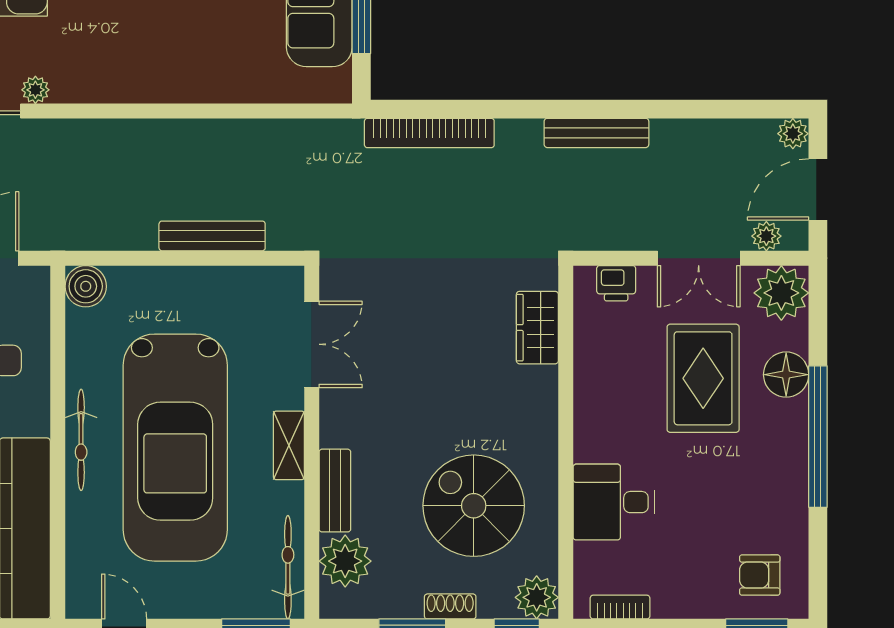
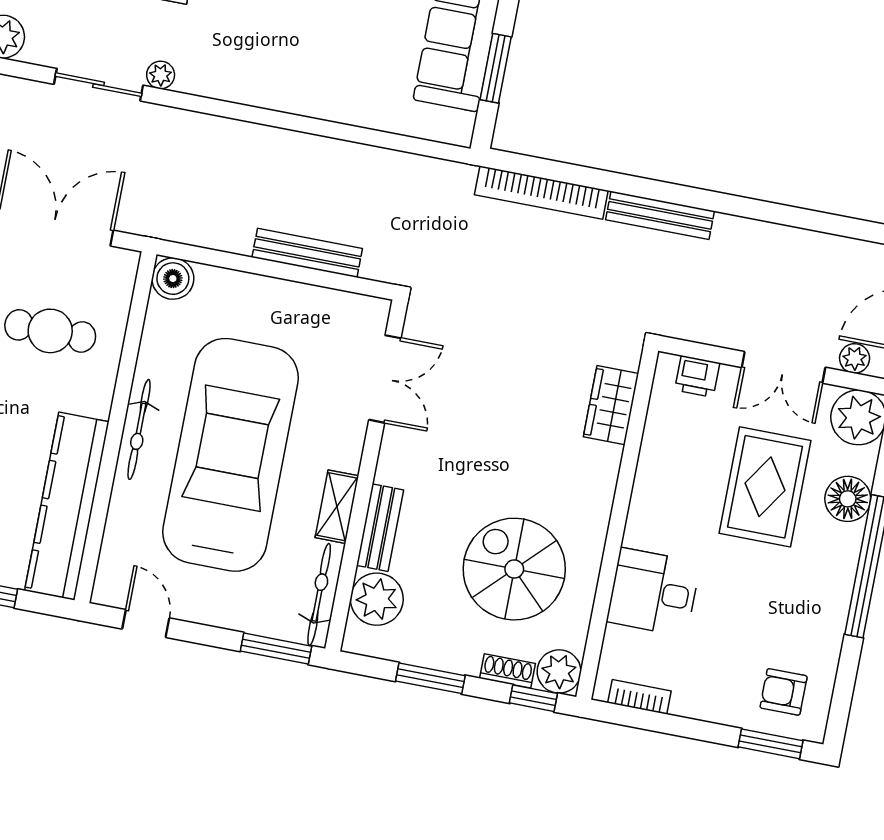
bench: (596, 133) -> (660, 215), moved
shelving: (289, 445) -> (337, 507), moved
car: (175, 448) -> (231, 455), turned 180
shoe rack: (450, 606) -> (508, 671), moved

